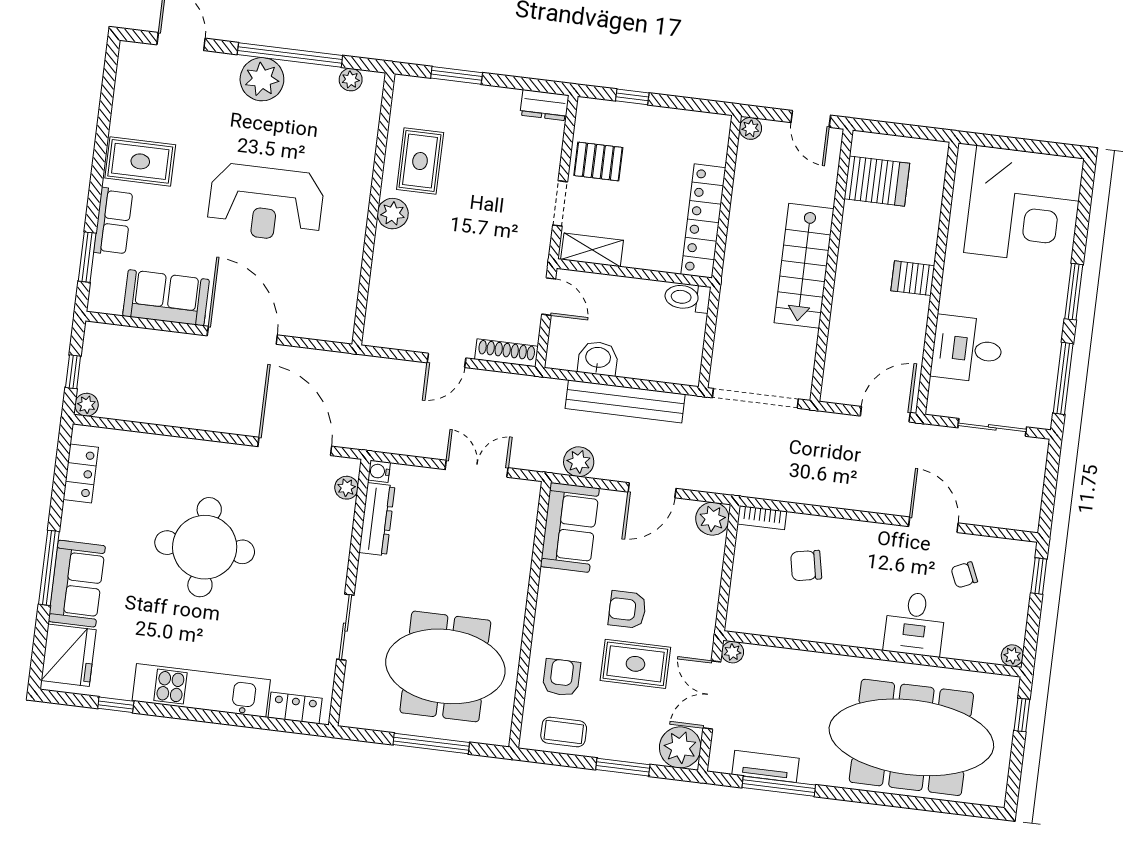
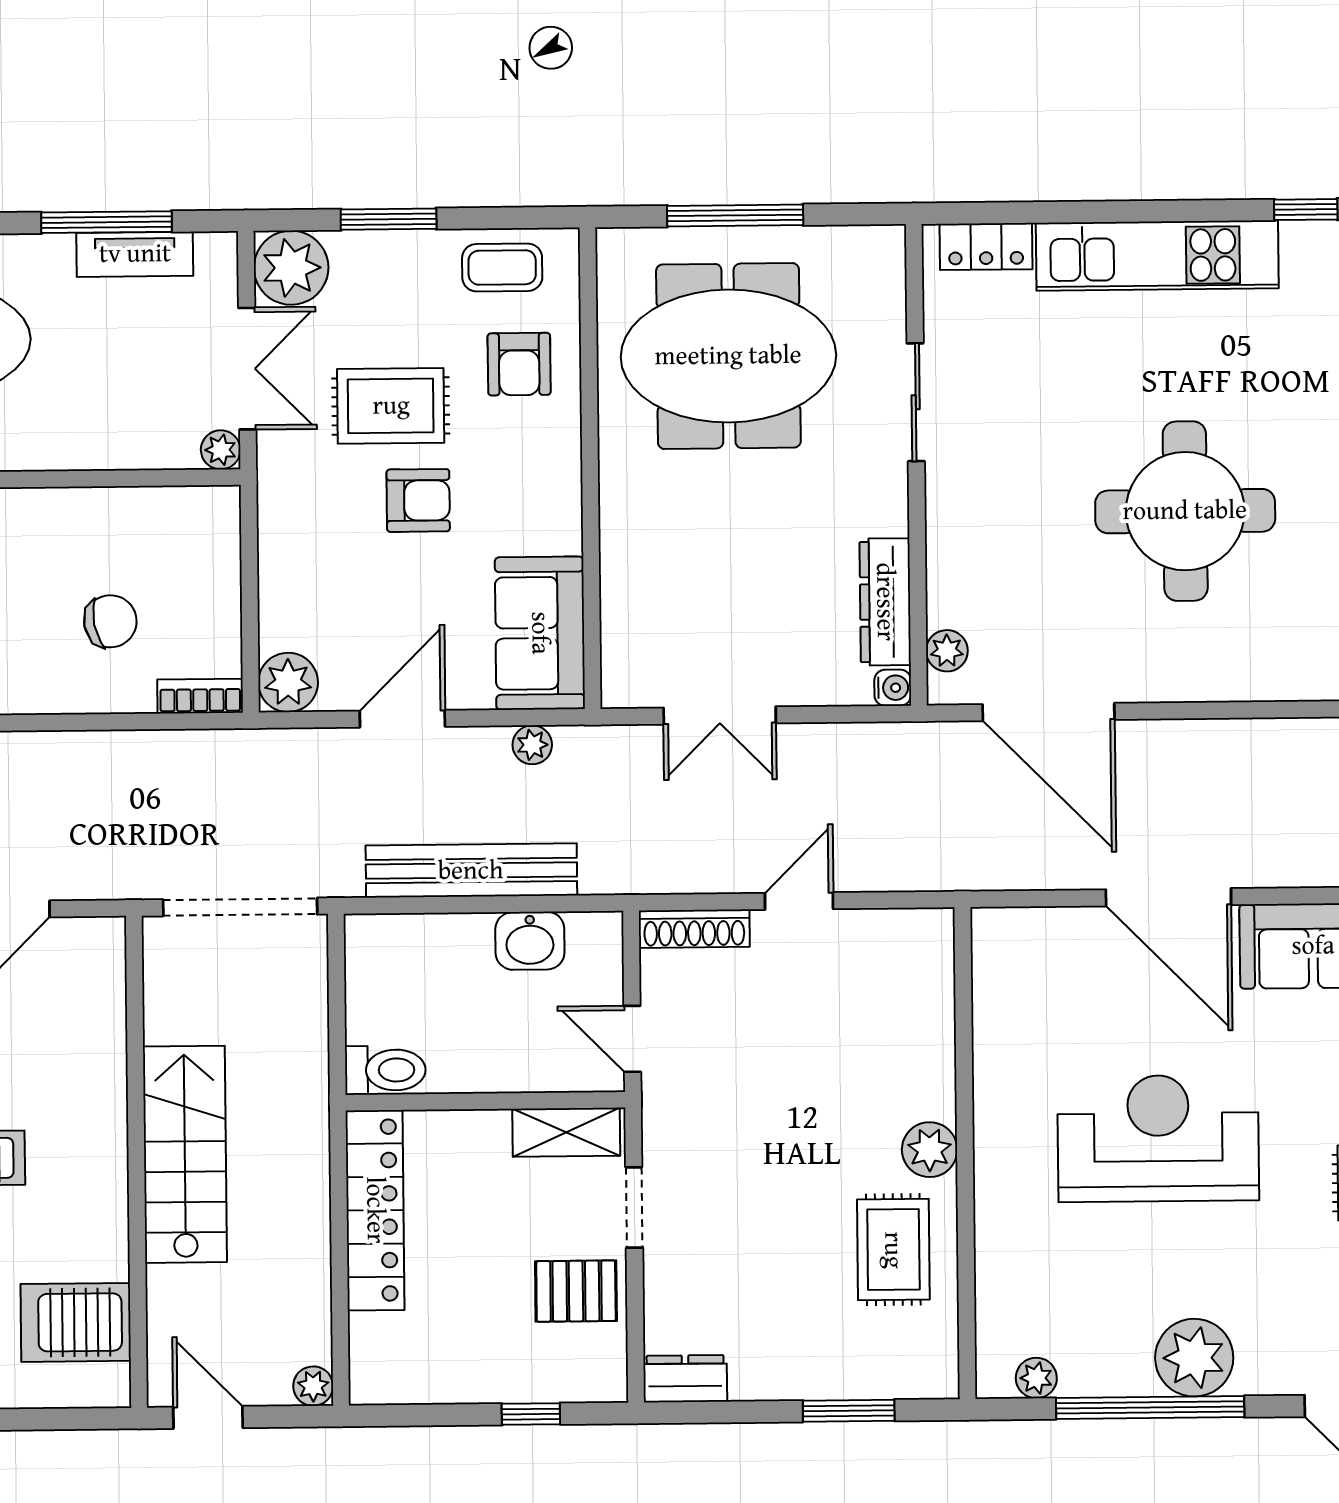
plant: (579, 462) -> (532, 745), width x0.73, depth x0.73

